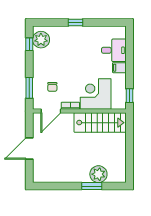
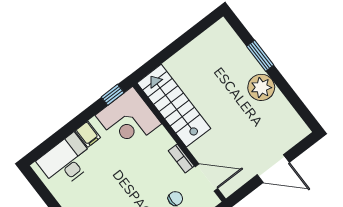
desk: (114, 50) -> (66, 161), width x1.37
corner desk: (96, 94) -> (128, 119), moved
plant: (98, 174) -> (261, 87), moved

